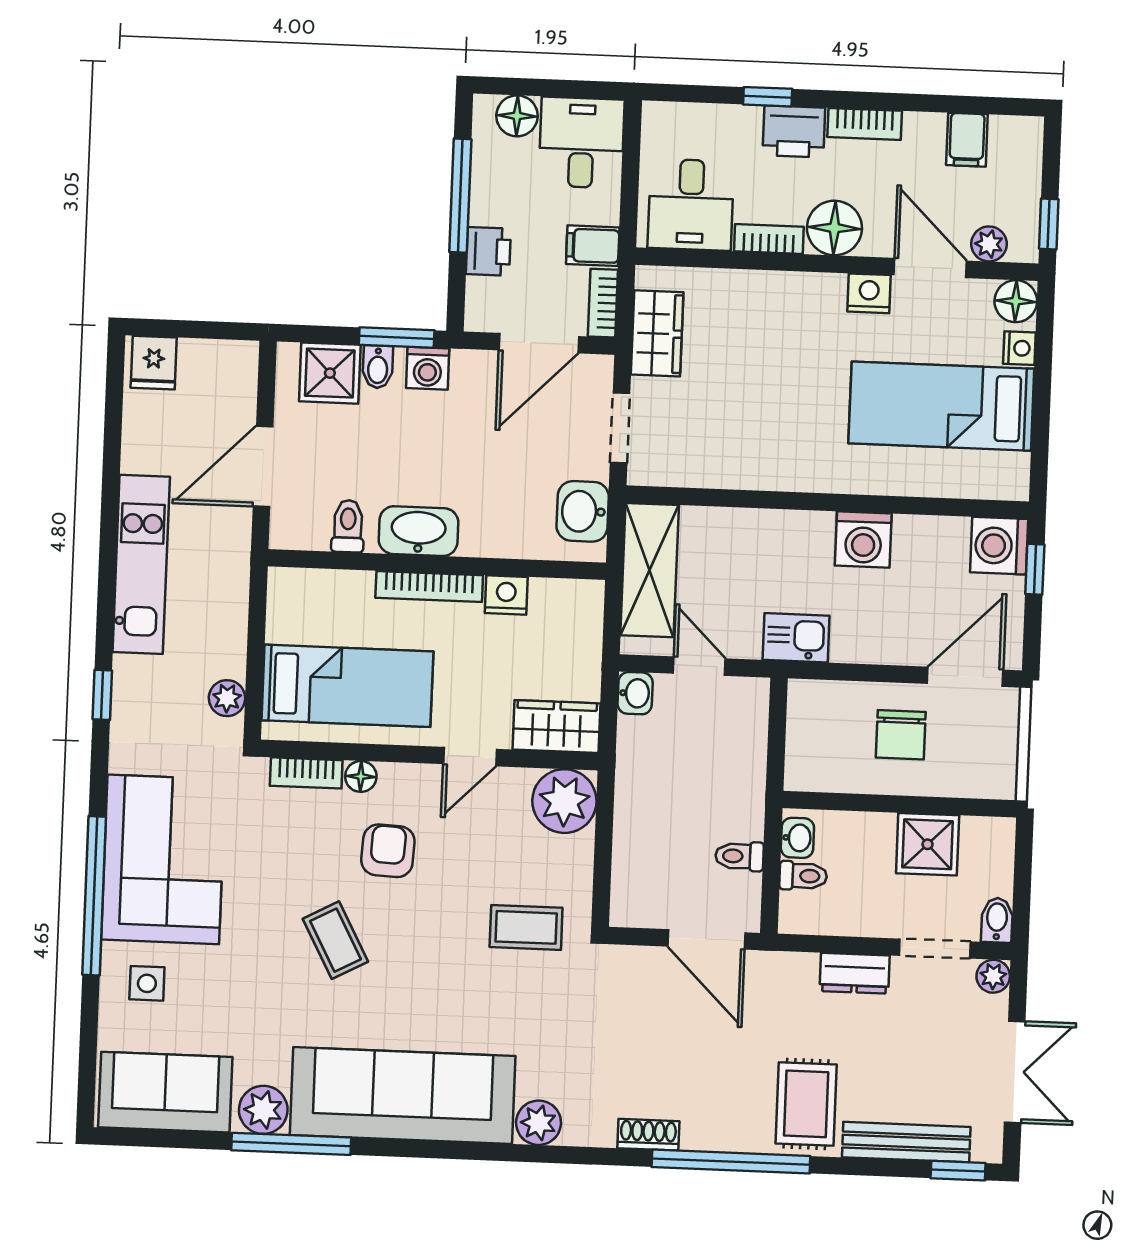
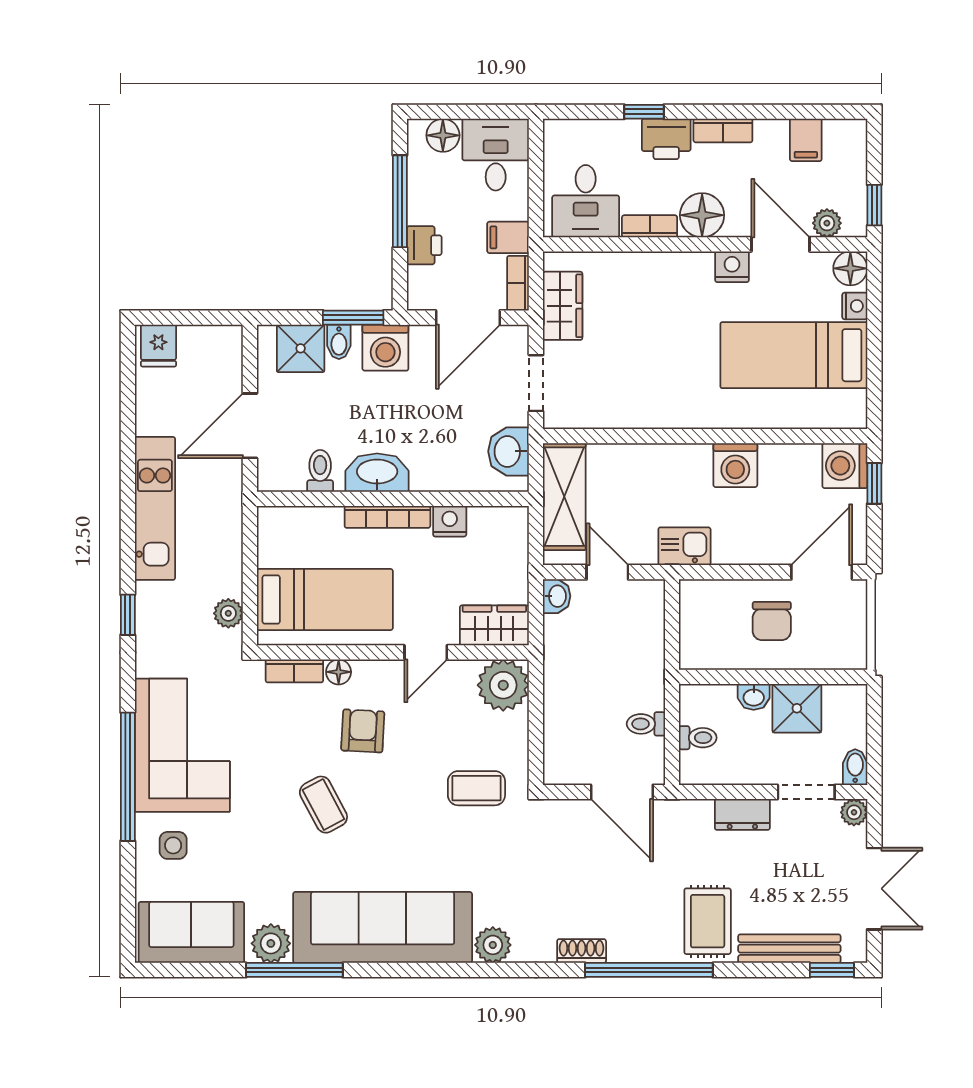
washing machine: (428, 368) -> (385, 348), width x1.38, depth x1.38
washbasin: (797, 838) -> (754, 697), moved, turned 90

